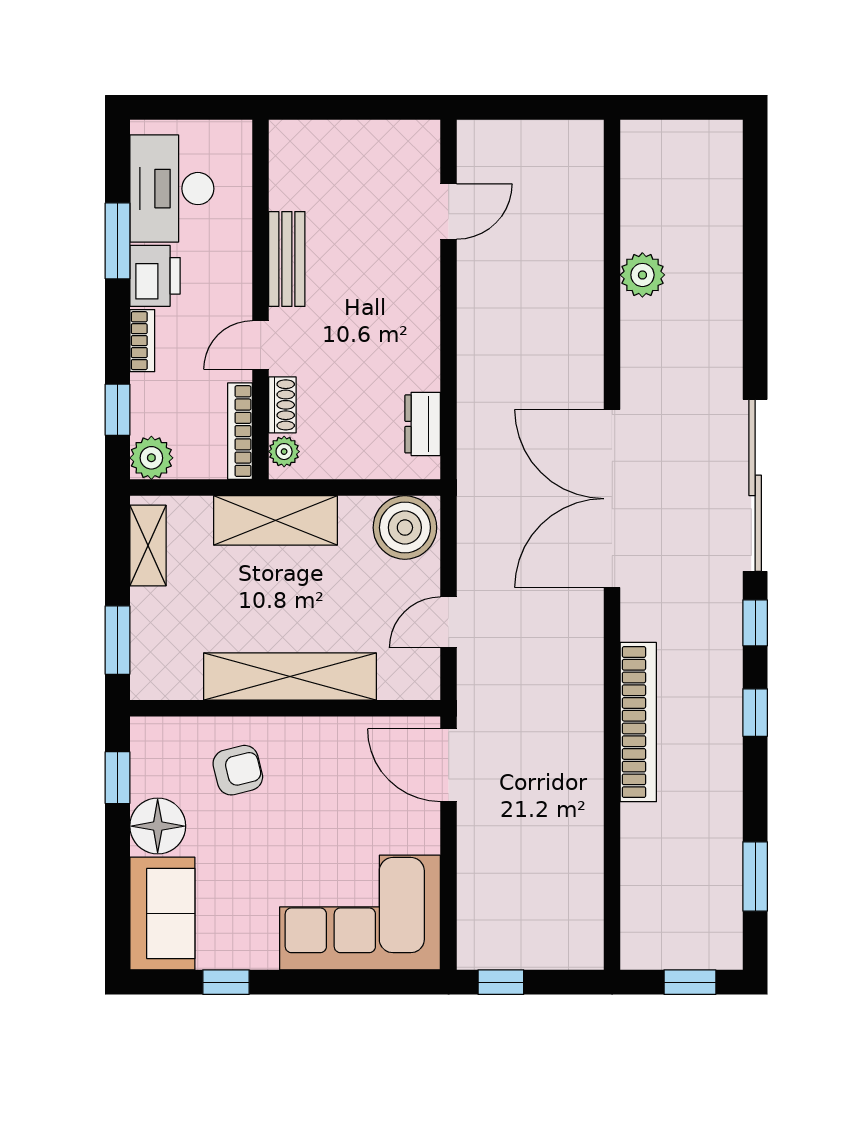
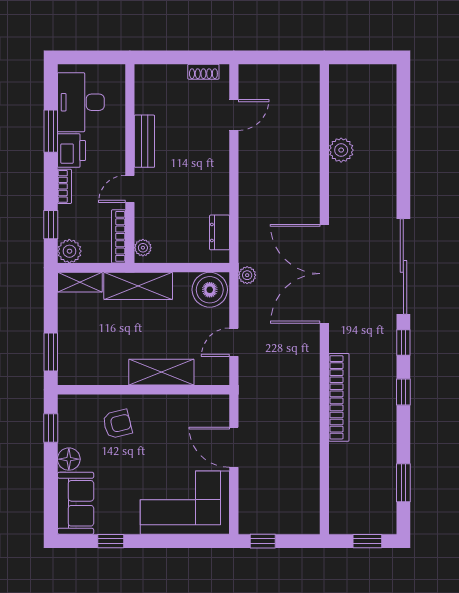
shoe rack: (282, 405) -> (203, 72), moved, turned 90
plant: (473, 501) -> (247, 275), added
shelving: (148, 546) -> (80, 282), moved, turned 90
shelving: (290, 677) -> (161, 372), width x0.68
door: (449, 765) -> (234, 447), moved
floor lamp: (158, 826) -> (69, 459), width x0.73, depth x0.73

